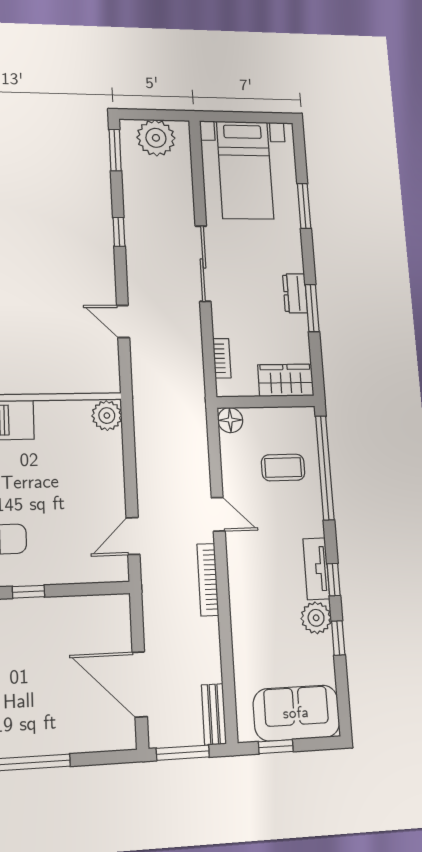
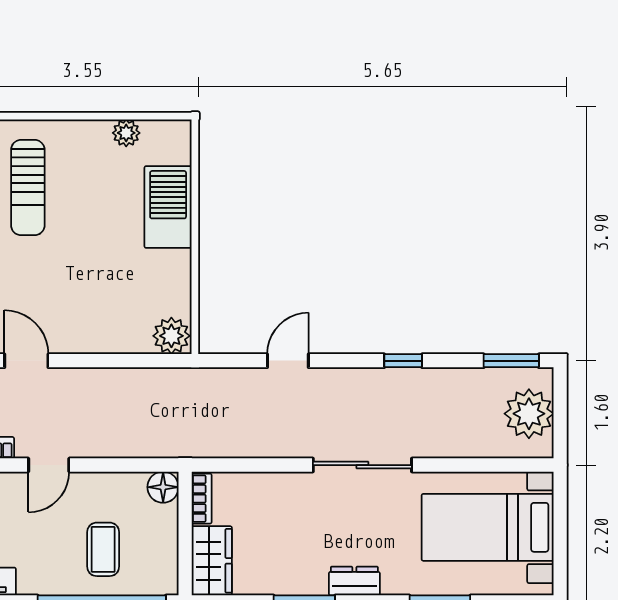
dresser: (295, 293) -> (354, 581), moved
bookcase: (222, 358) -> (202, 499), moved, turned -90

